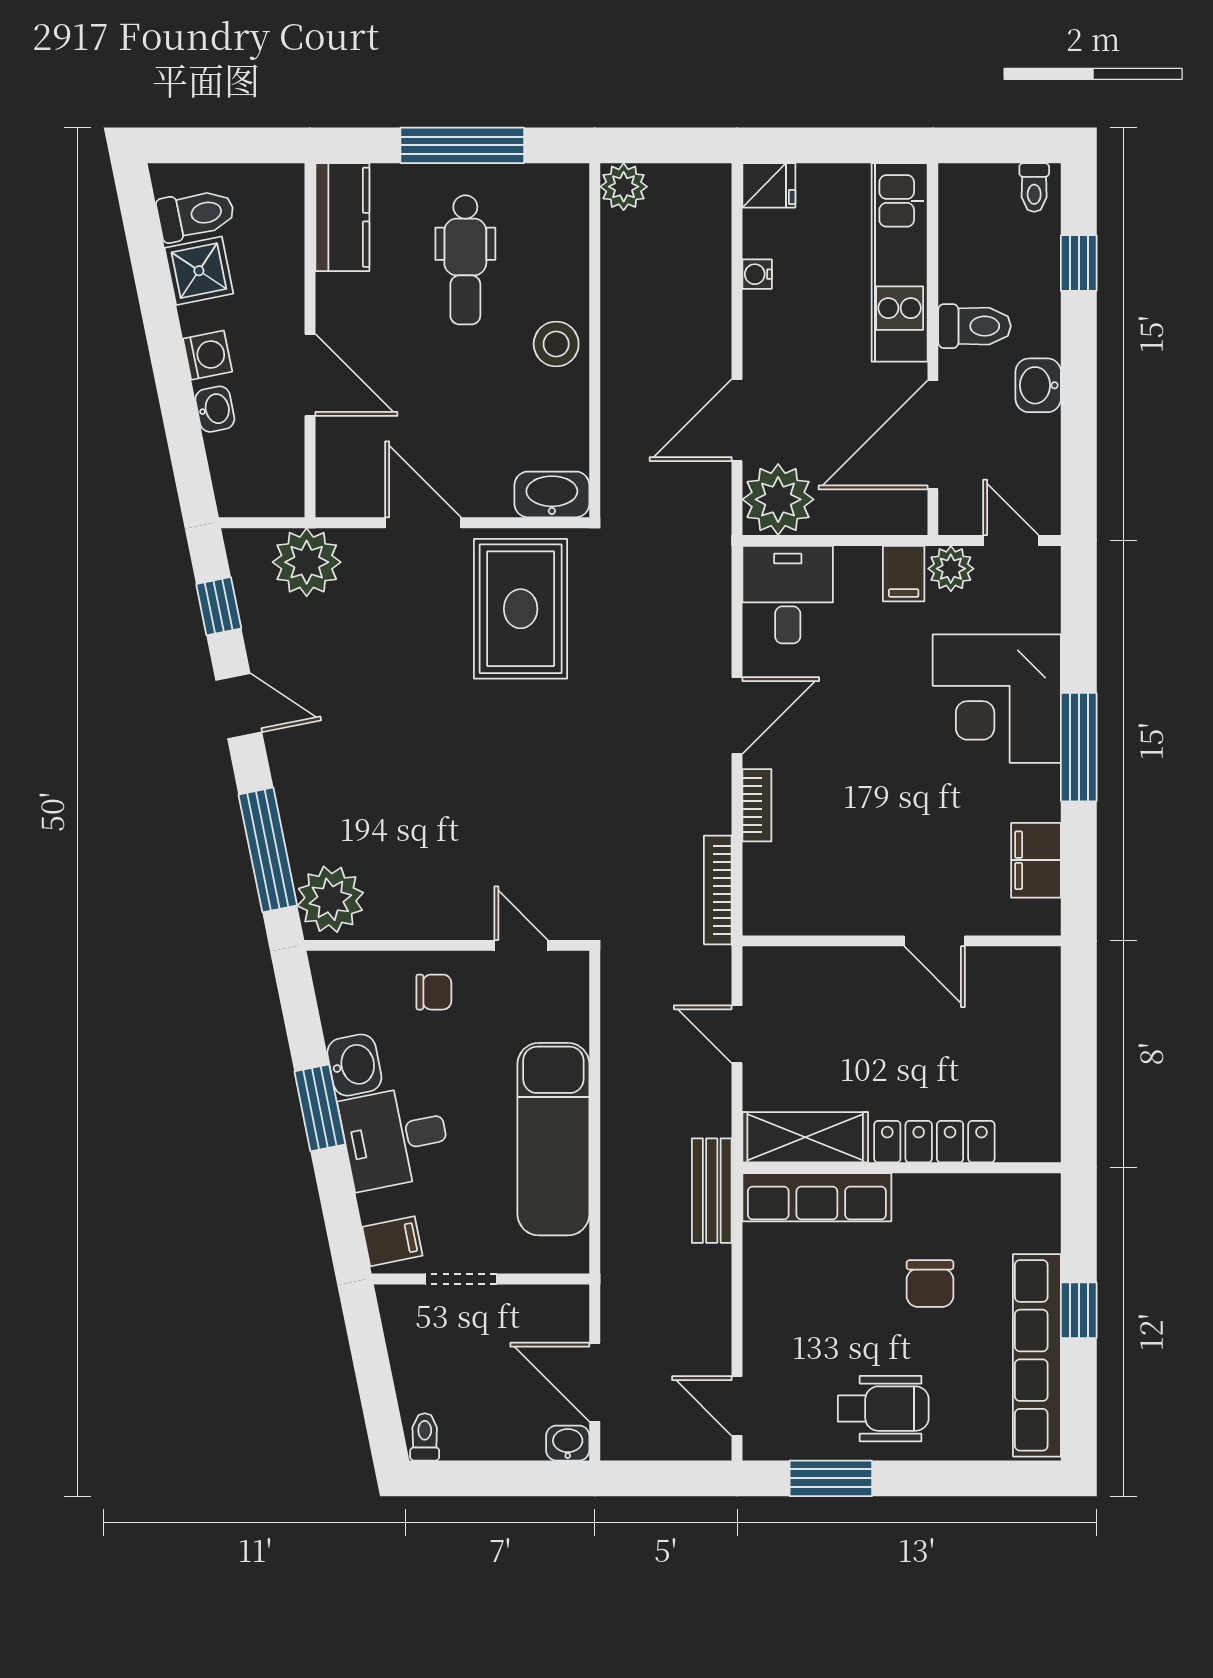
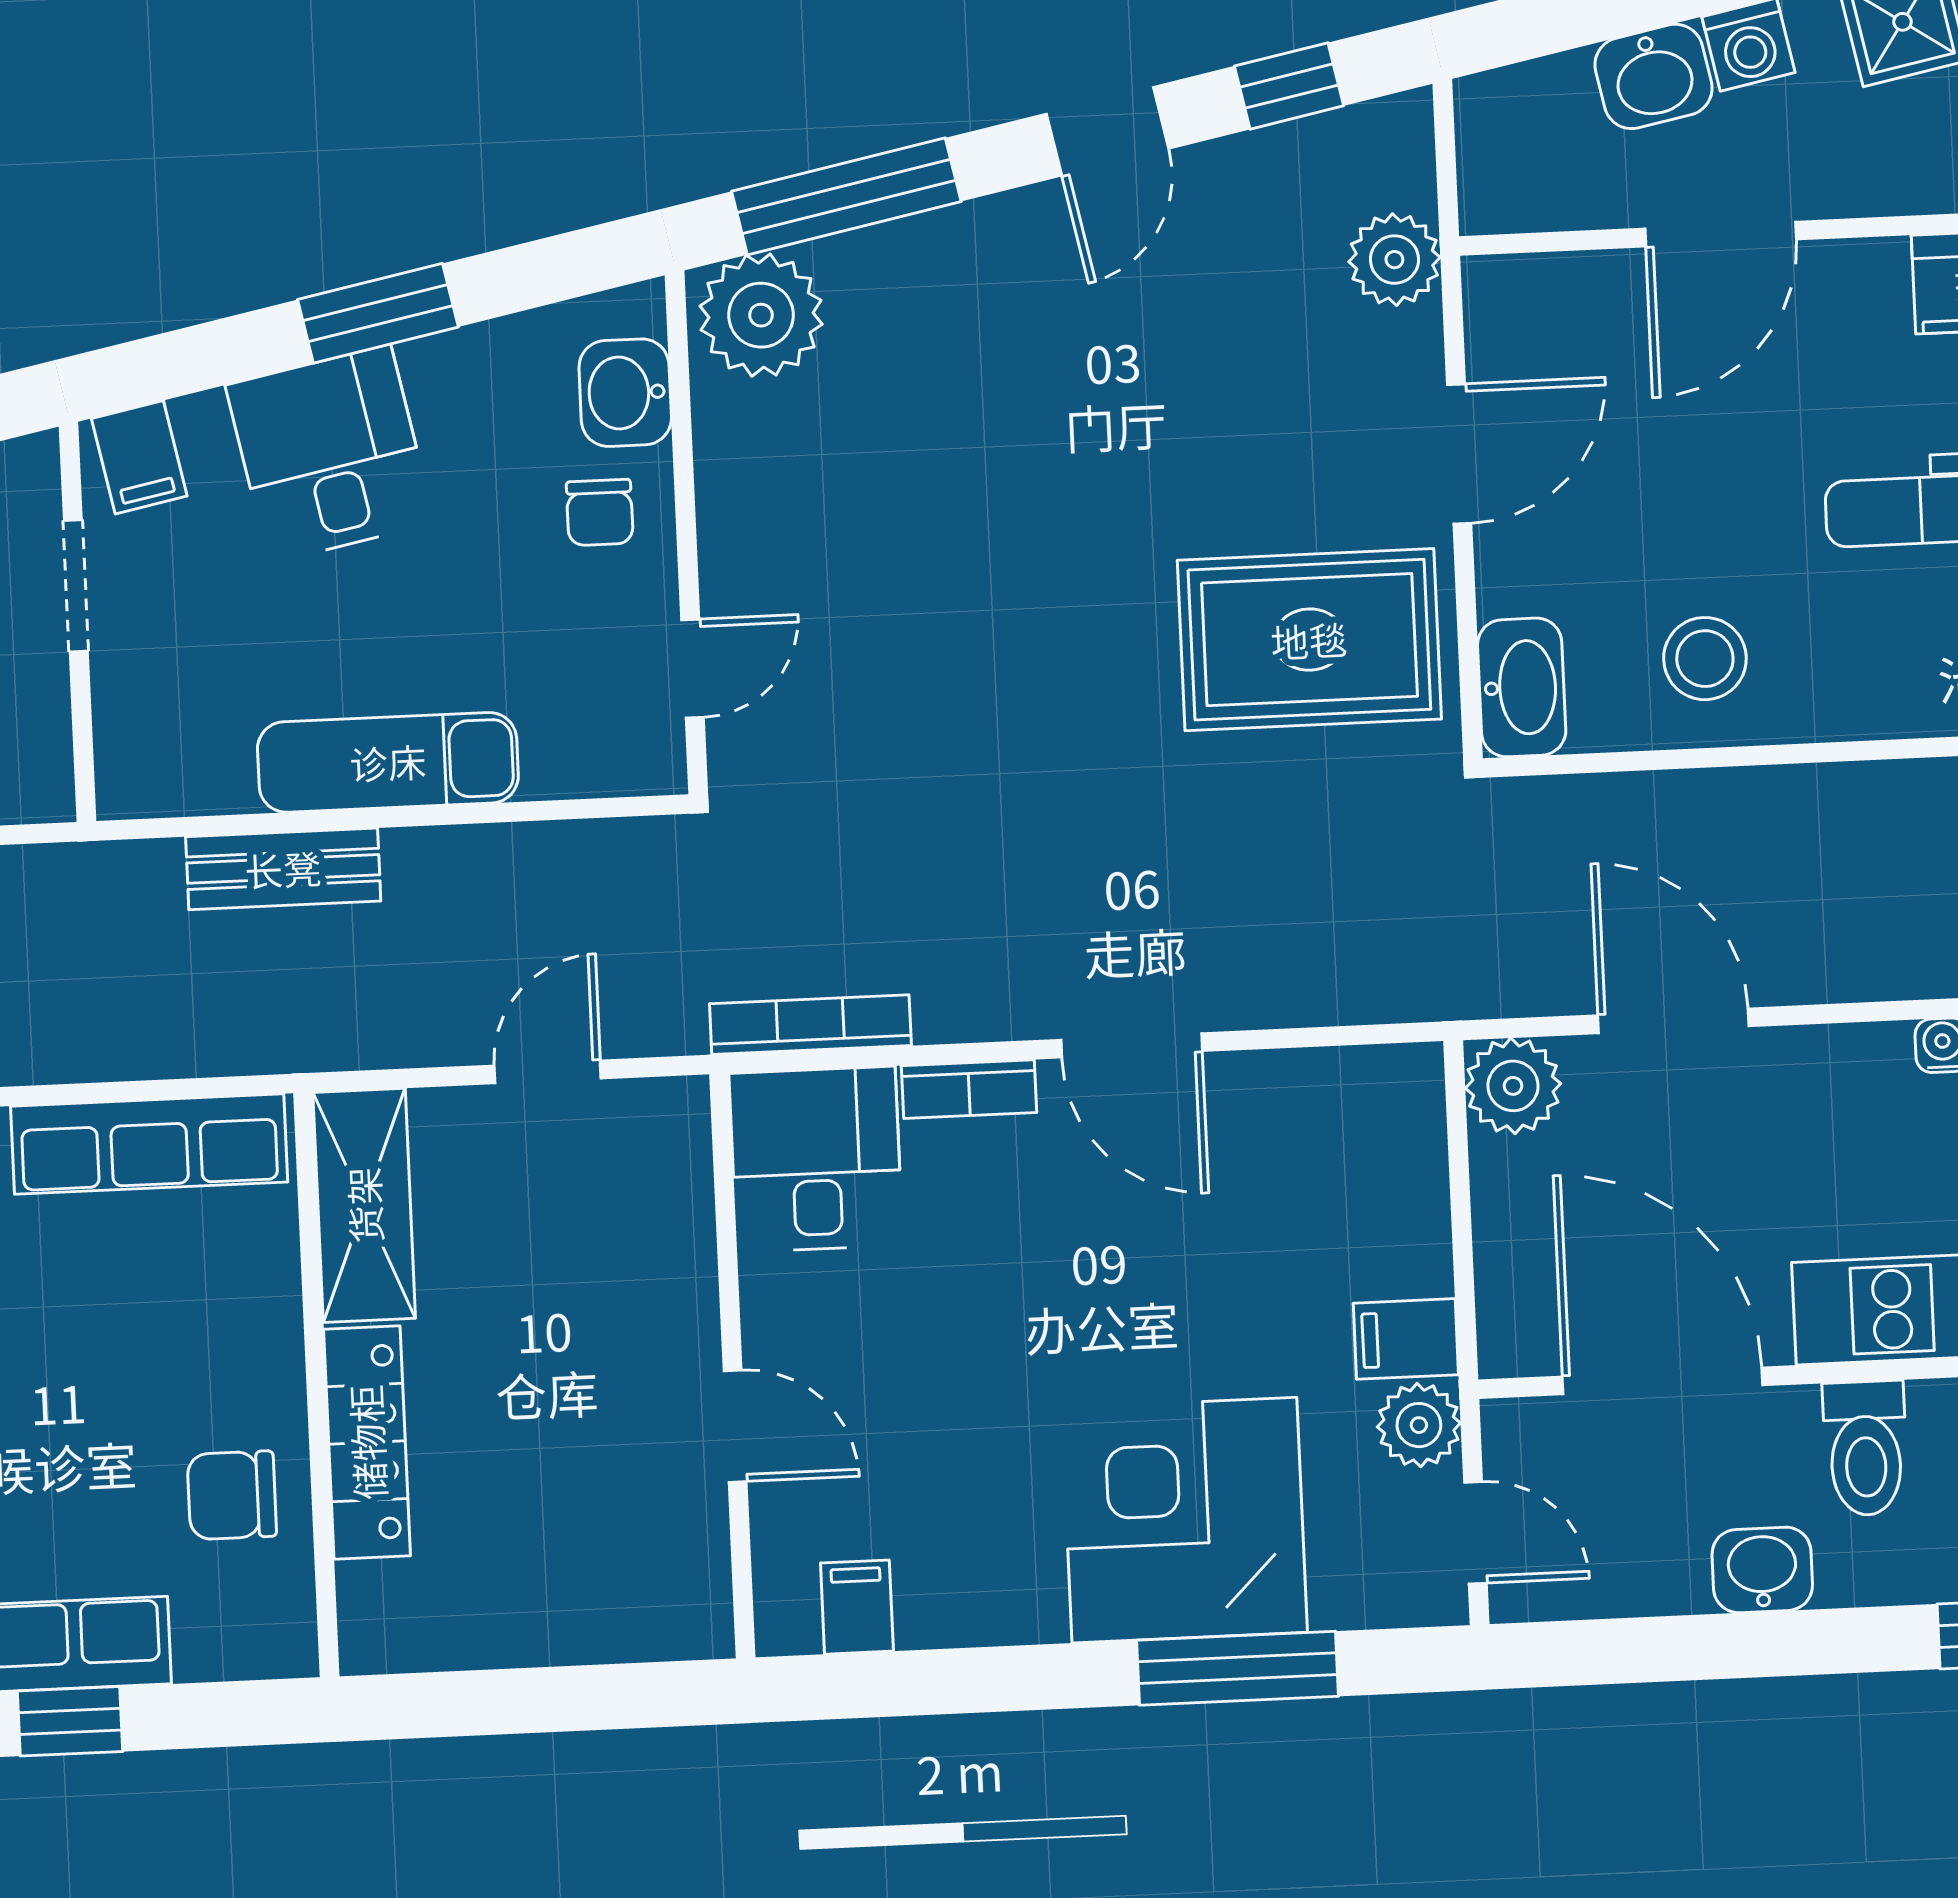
stool: (556, 344) -> (1705, 659), moved
washbasin: (215, 409) -> (1653, 76), width x1.38, depth x1.45
plant: (778, 499) -> (1513, 1086), width x0.73, depth x0.73
door: (1011, 540) -> (1475, 1533), hinge flipped
plant: (307, 562) -> (1394, 260), width x0.73, depth x0.73
desk: (788, 595) -> (816, 1159), moved, turned -90
window: (1079, 747) -> (1238, 1668), moved
filing cabinet: (1036, 860) -> (857, 1607), width x0.50
door: (935, 941) -> (735, 1426), swing flipped
washbasin: (354, 1065) -> (625, 393), moved, turned 101
exam couch: (553, 1139) -> (388, 762), width x0.73, depth x0.69
bench: (712, 1191) -> (283, 869), moved
row of seats: (817, 1197) -> (149, 1144), moved, turned -90
chair: (930, 1284) -> (232, 1495), moved

